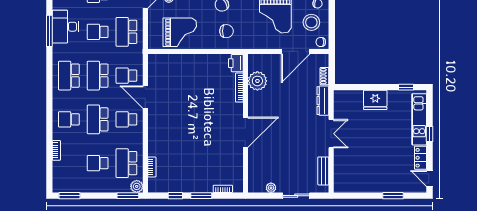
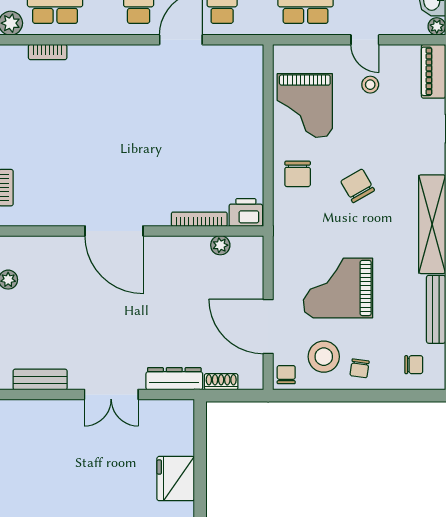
chair: (227, 31) -> (298, 174), moved
plant: (257, 81) -> (220, 245), width x0.53, depth x0.53

